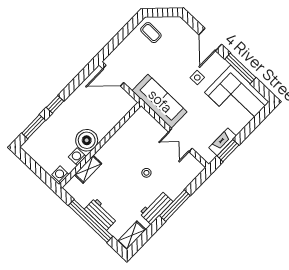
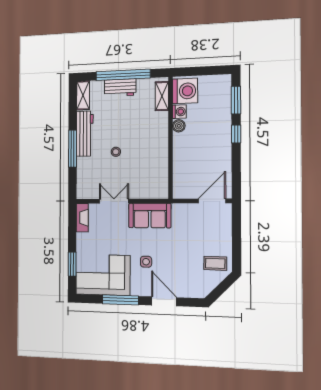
sofa: (160, 101) -> (150, 216), width x0.73
boiler: (87, 140) -> (179, 126), width x0.54, depth x0.54
fireplace: (222, 142) -> (82, 218), moved
window: (228, 151) -> (72, 264), moved
shelving: (88, 169) -> (162, 96), moved
washing machine: (60, 174) -> (185, 91), width x1.89, depth x1.89
workbench: (156, 207) -> (85, 134), width x1.38

